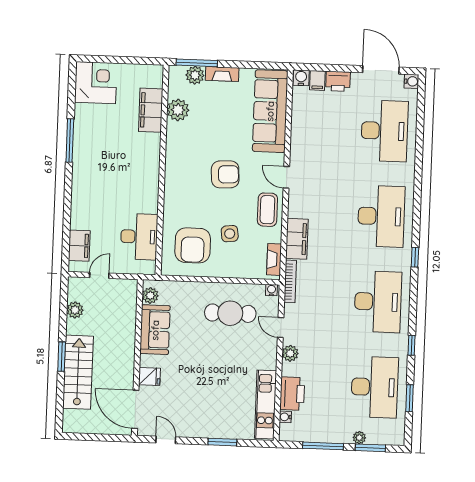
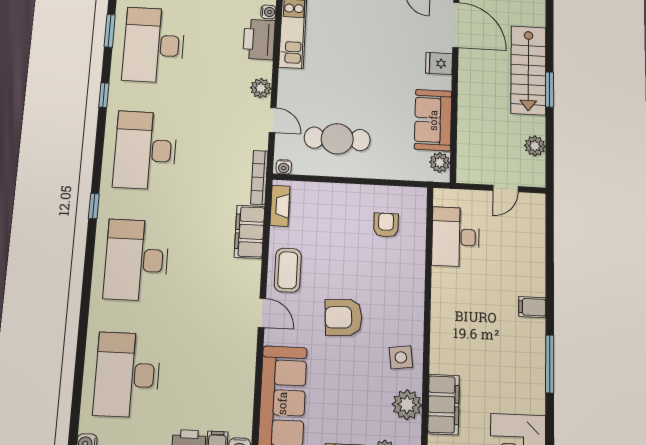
side table: (230, 234) -> (401, 357), moved
armchair: (193, 245) -> (386, 225), width x0.53, depth x0.53
filing cabinet: (79, 246) -> (532, 307), moved, width x0.50

